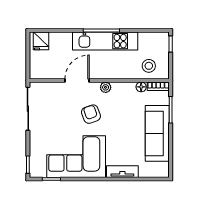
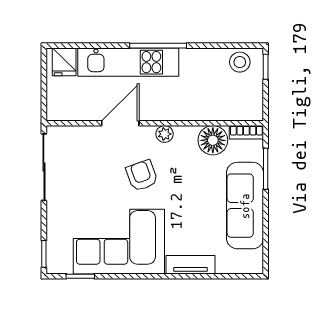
kitchen unit: (105, 41) -> (128, 62), moved
stool: (149, 66) -> (240, 62), moved
floor lamp: (141, 87) -> (213, 140), width x1.89, depth x1.89

